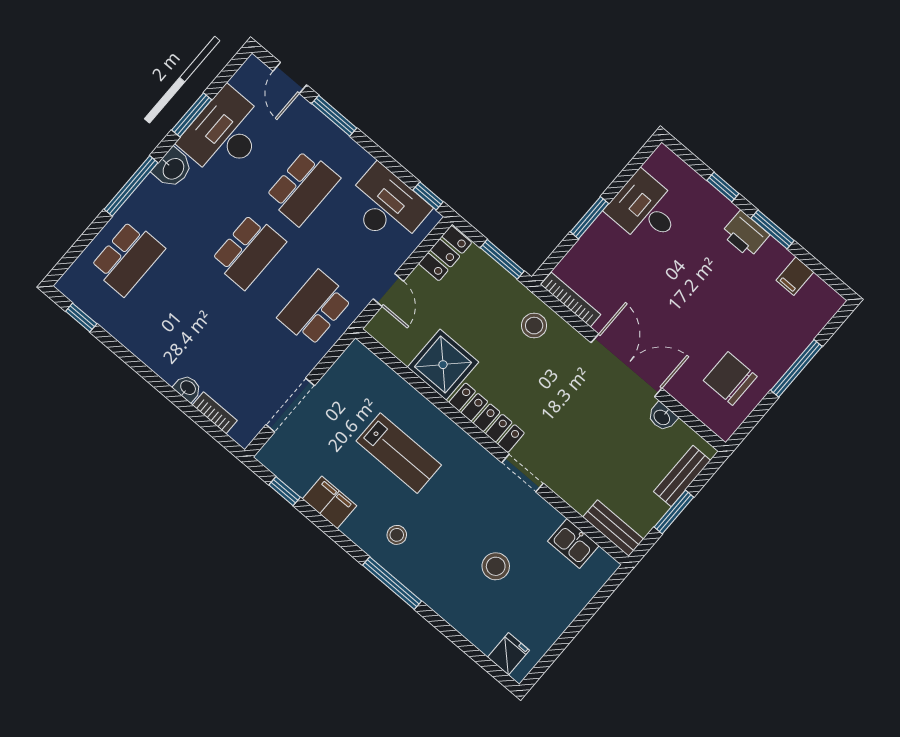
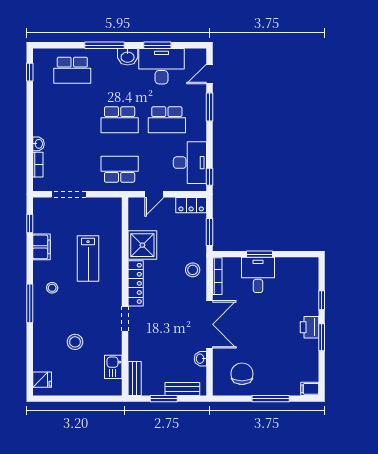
desk: (645, 209) -> (258, 275), moved
filing cabinet: (795, 276) -> (310, 389), moved

